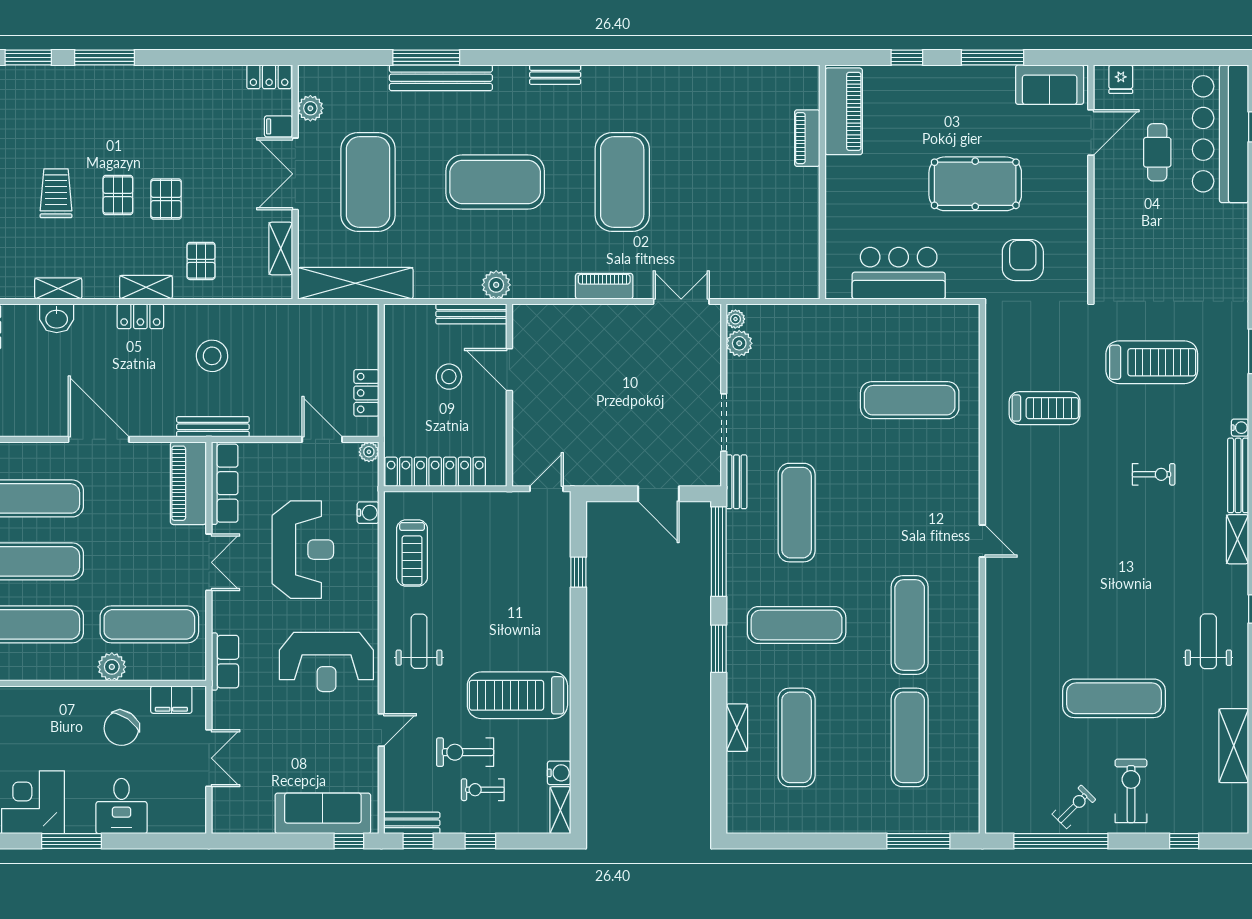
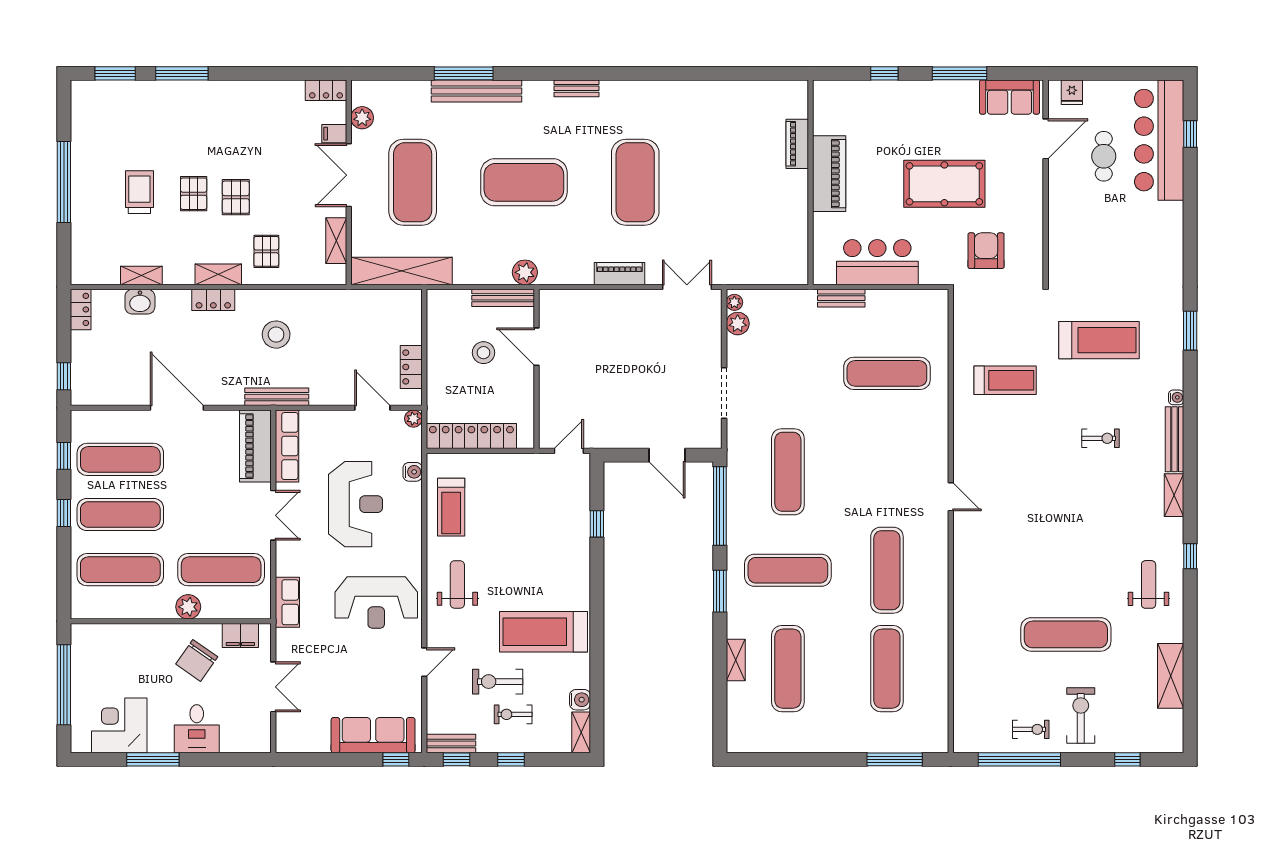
piano: (844, 111) -> (829, 174), moved
bench: (736, 482) -> (841, 298), moved, turned 90
exercise bike: (1074, 807) -> (1031, 729), turned 45

